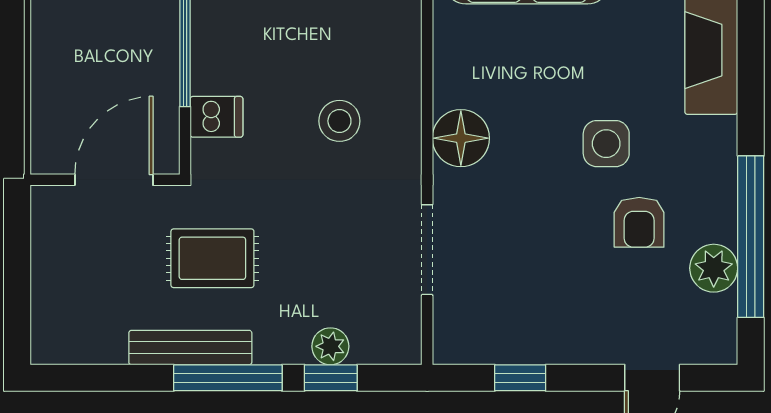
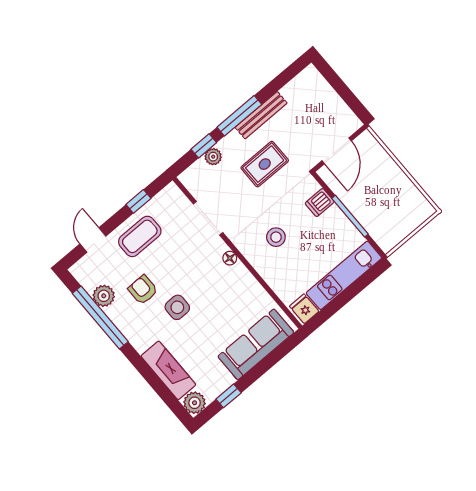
floor lamp: (461, 138) -> (230, 258), width x0.53, depth x0.53
rug: (212, 258) -> (265, 164), moved
coffee table: (568, 317) -> (140, 236), added

